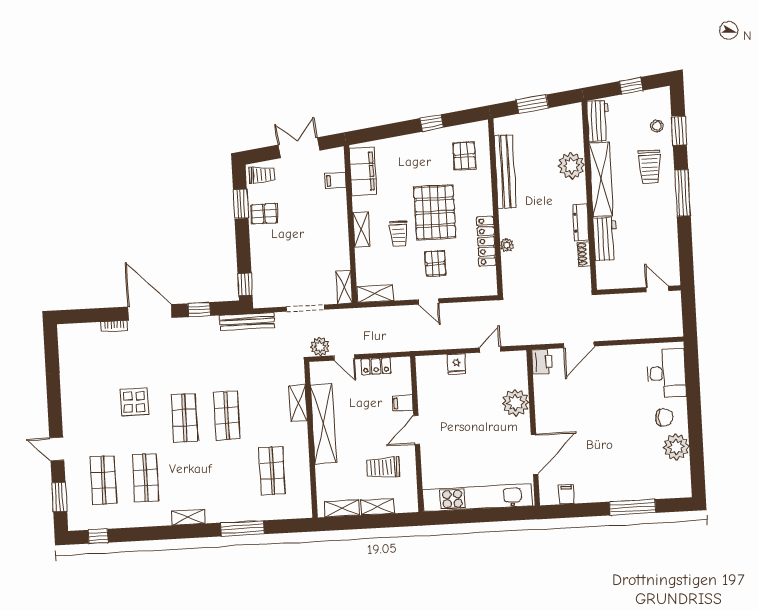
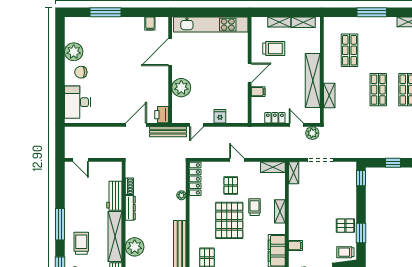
locker: (486, 241) -> (195, 179), moved
bench: (247, 321) -> (168, 132), moved

